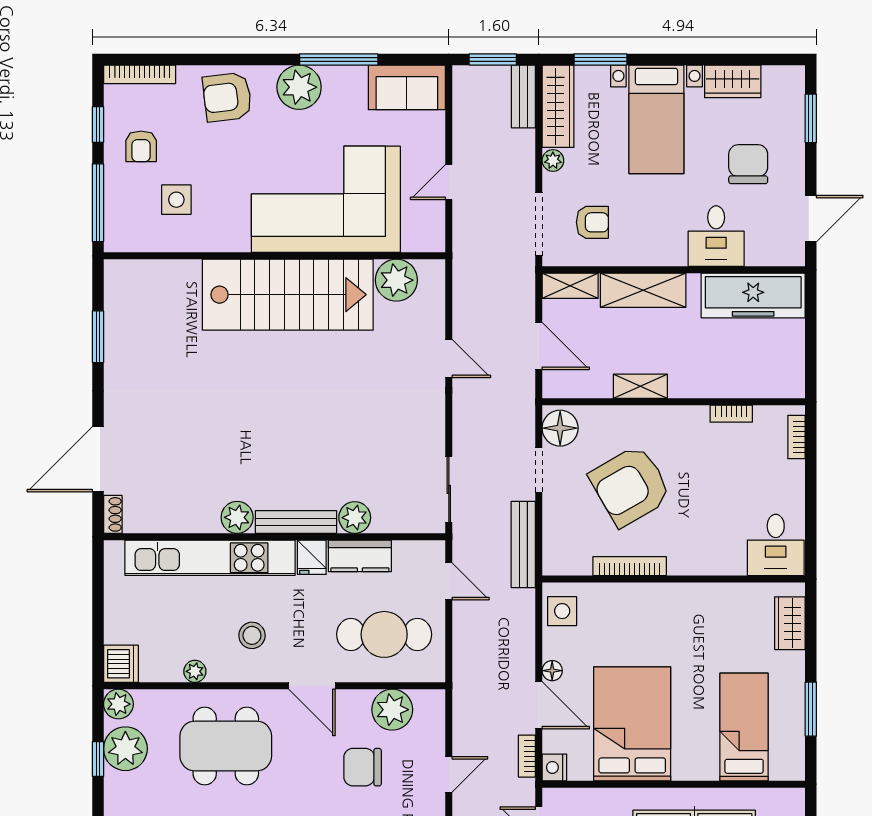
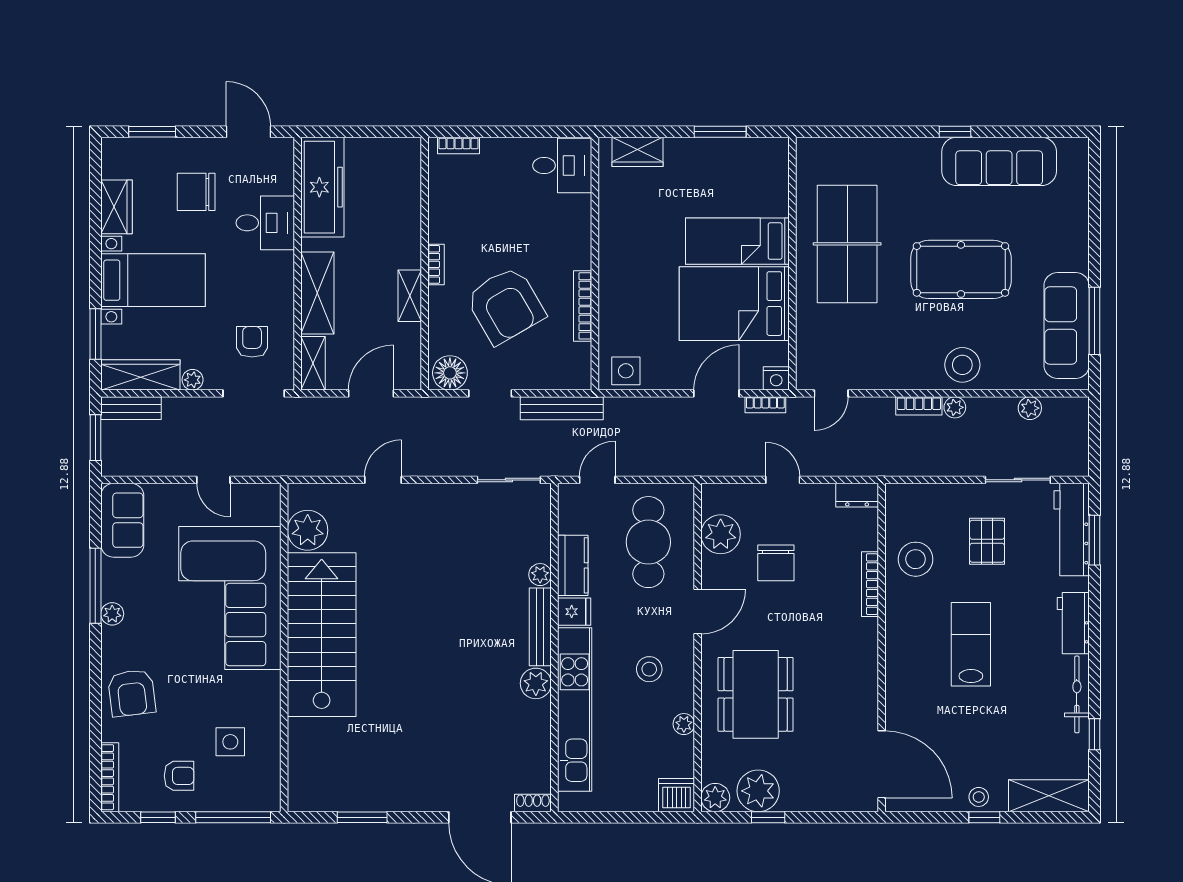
plant: (299, 87) -> (112, 614), width x0.53, depth x0.53
bookcase: (731, 414) -> (436, 264), moved
plant: (355, 518) -> (540, 575), width x0.73, depth x0.73
floor lamp: (552, 671) -> (683, 380), removed
bed: (744, 727) -> (737, 241), moved

